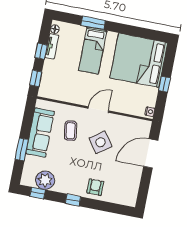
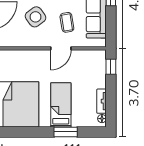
window: (41, 51) -> (111, 94), removed
door: (98, 110) -> (61, 48), moved

